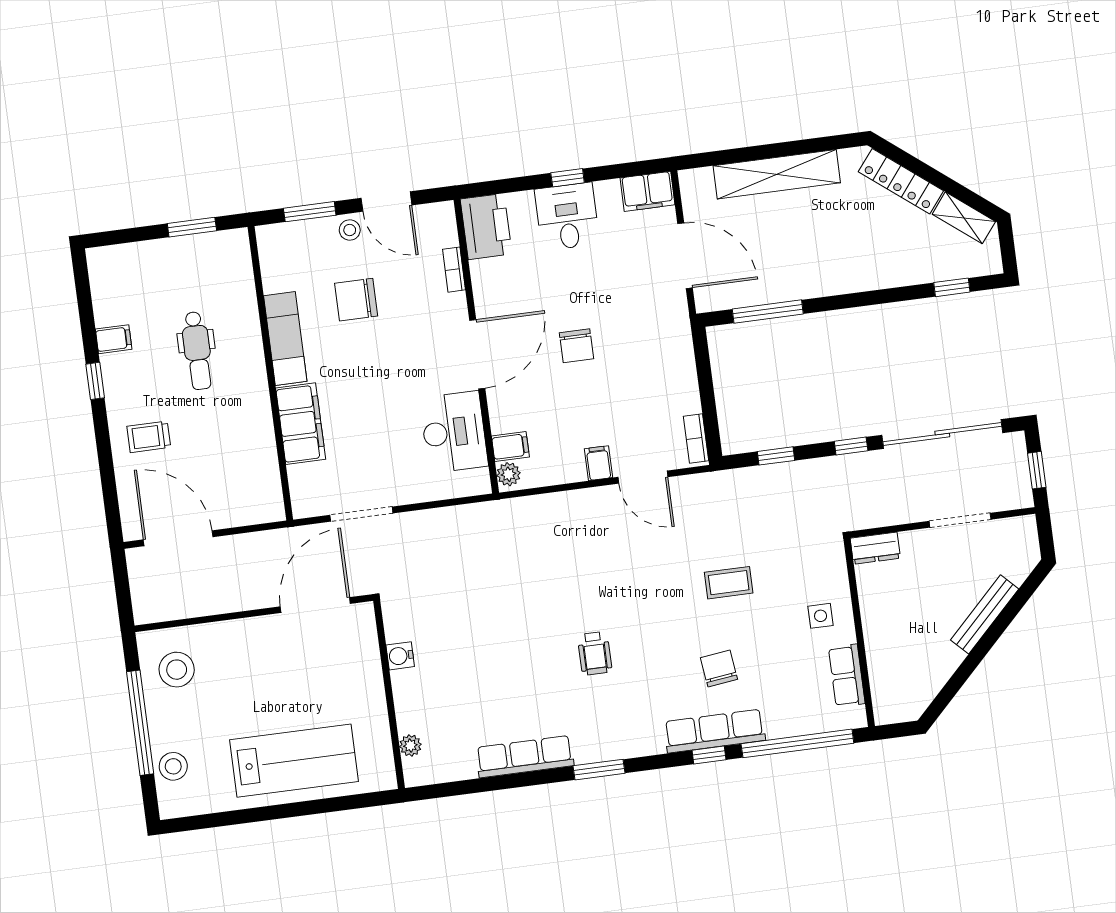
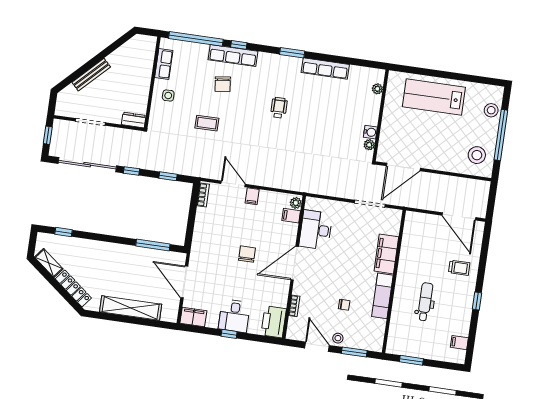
chair: (356, 300) -> (344, 305), width x0.54, depth x0.54
filing cabinet: (114, 339) -> (459, 343), moved
plant: (395, 630) -> (369, 145), added

